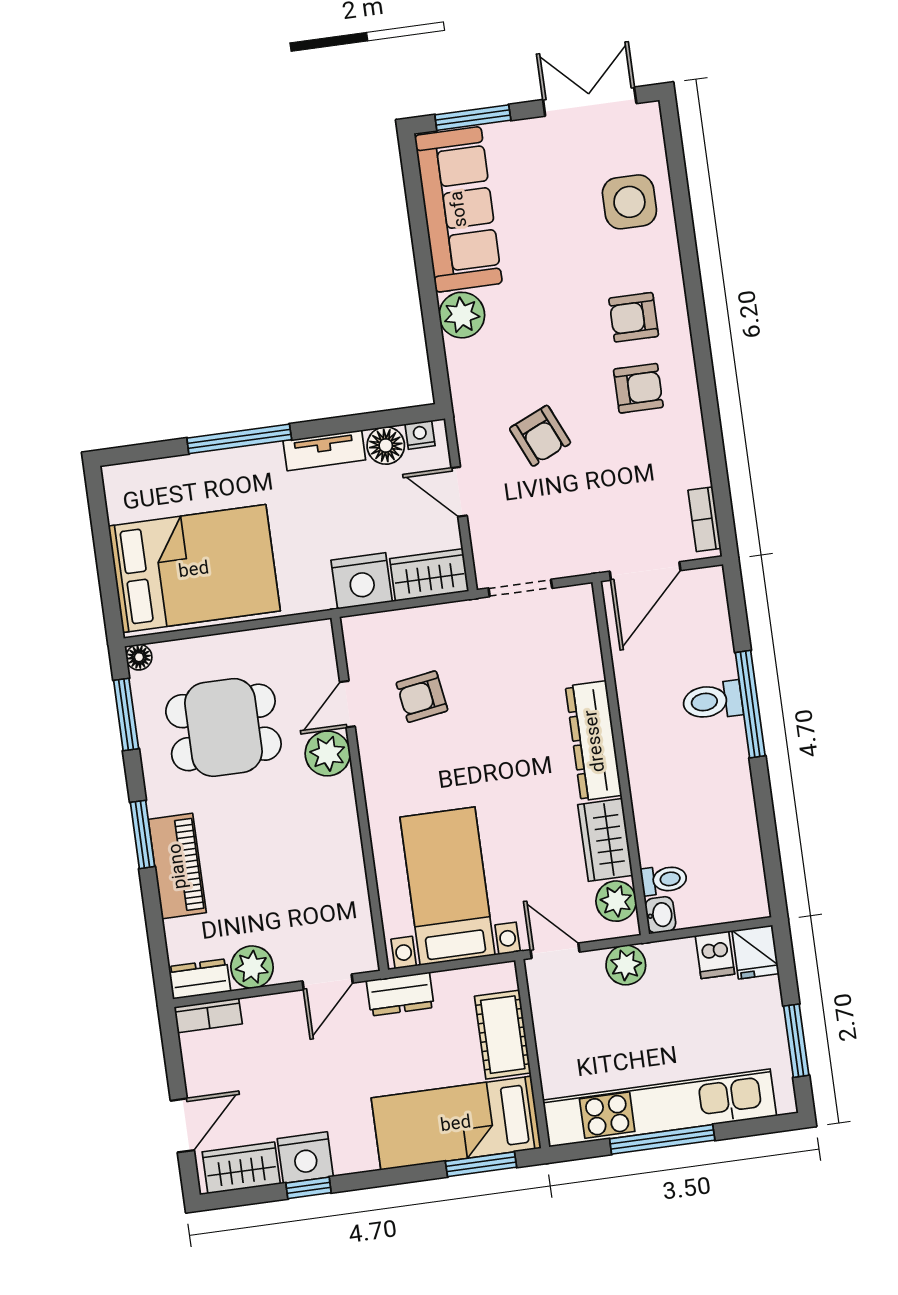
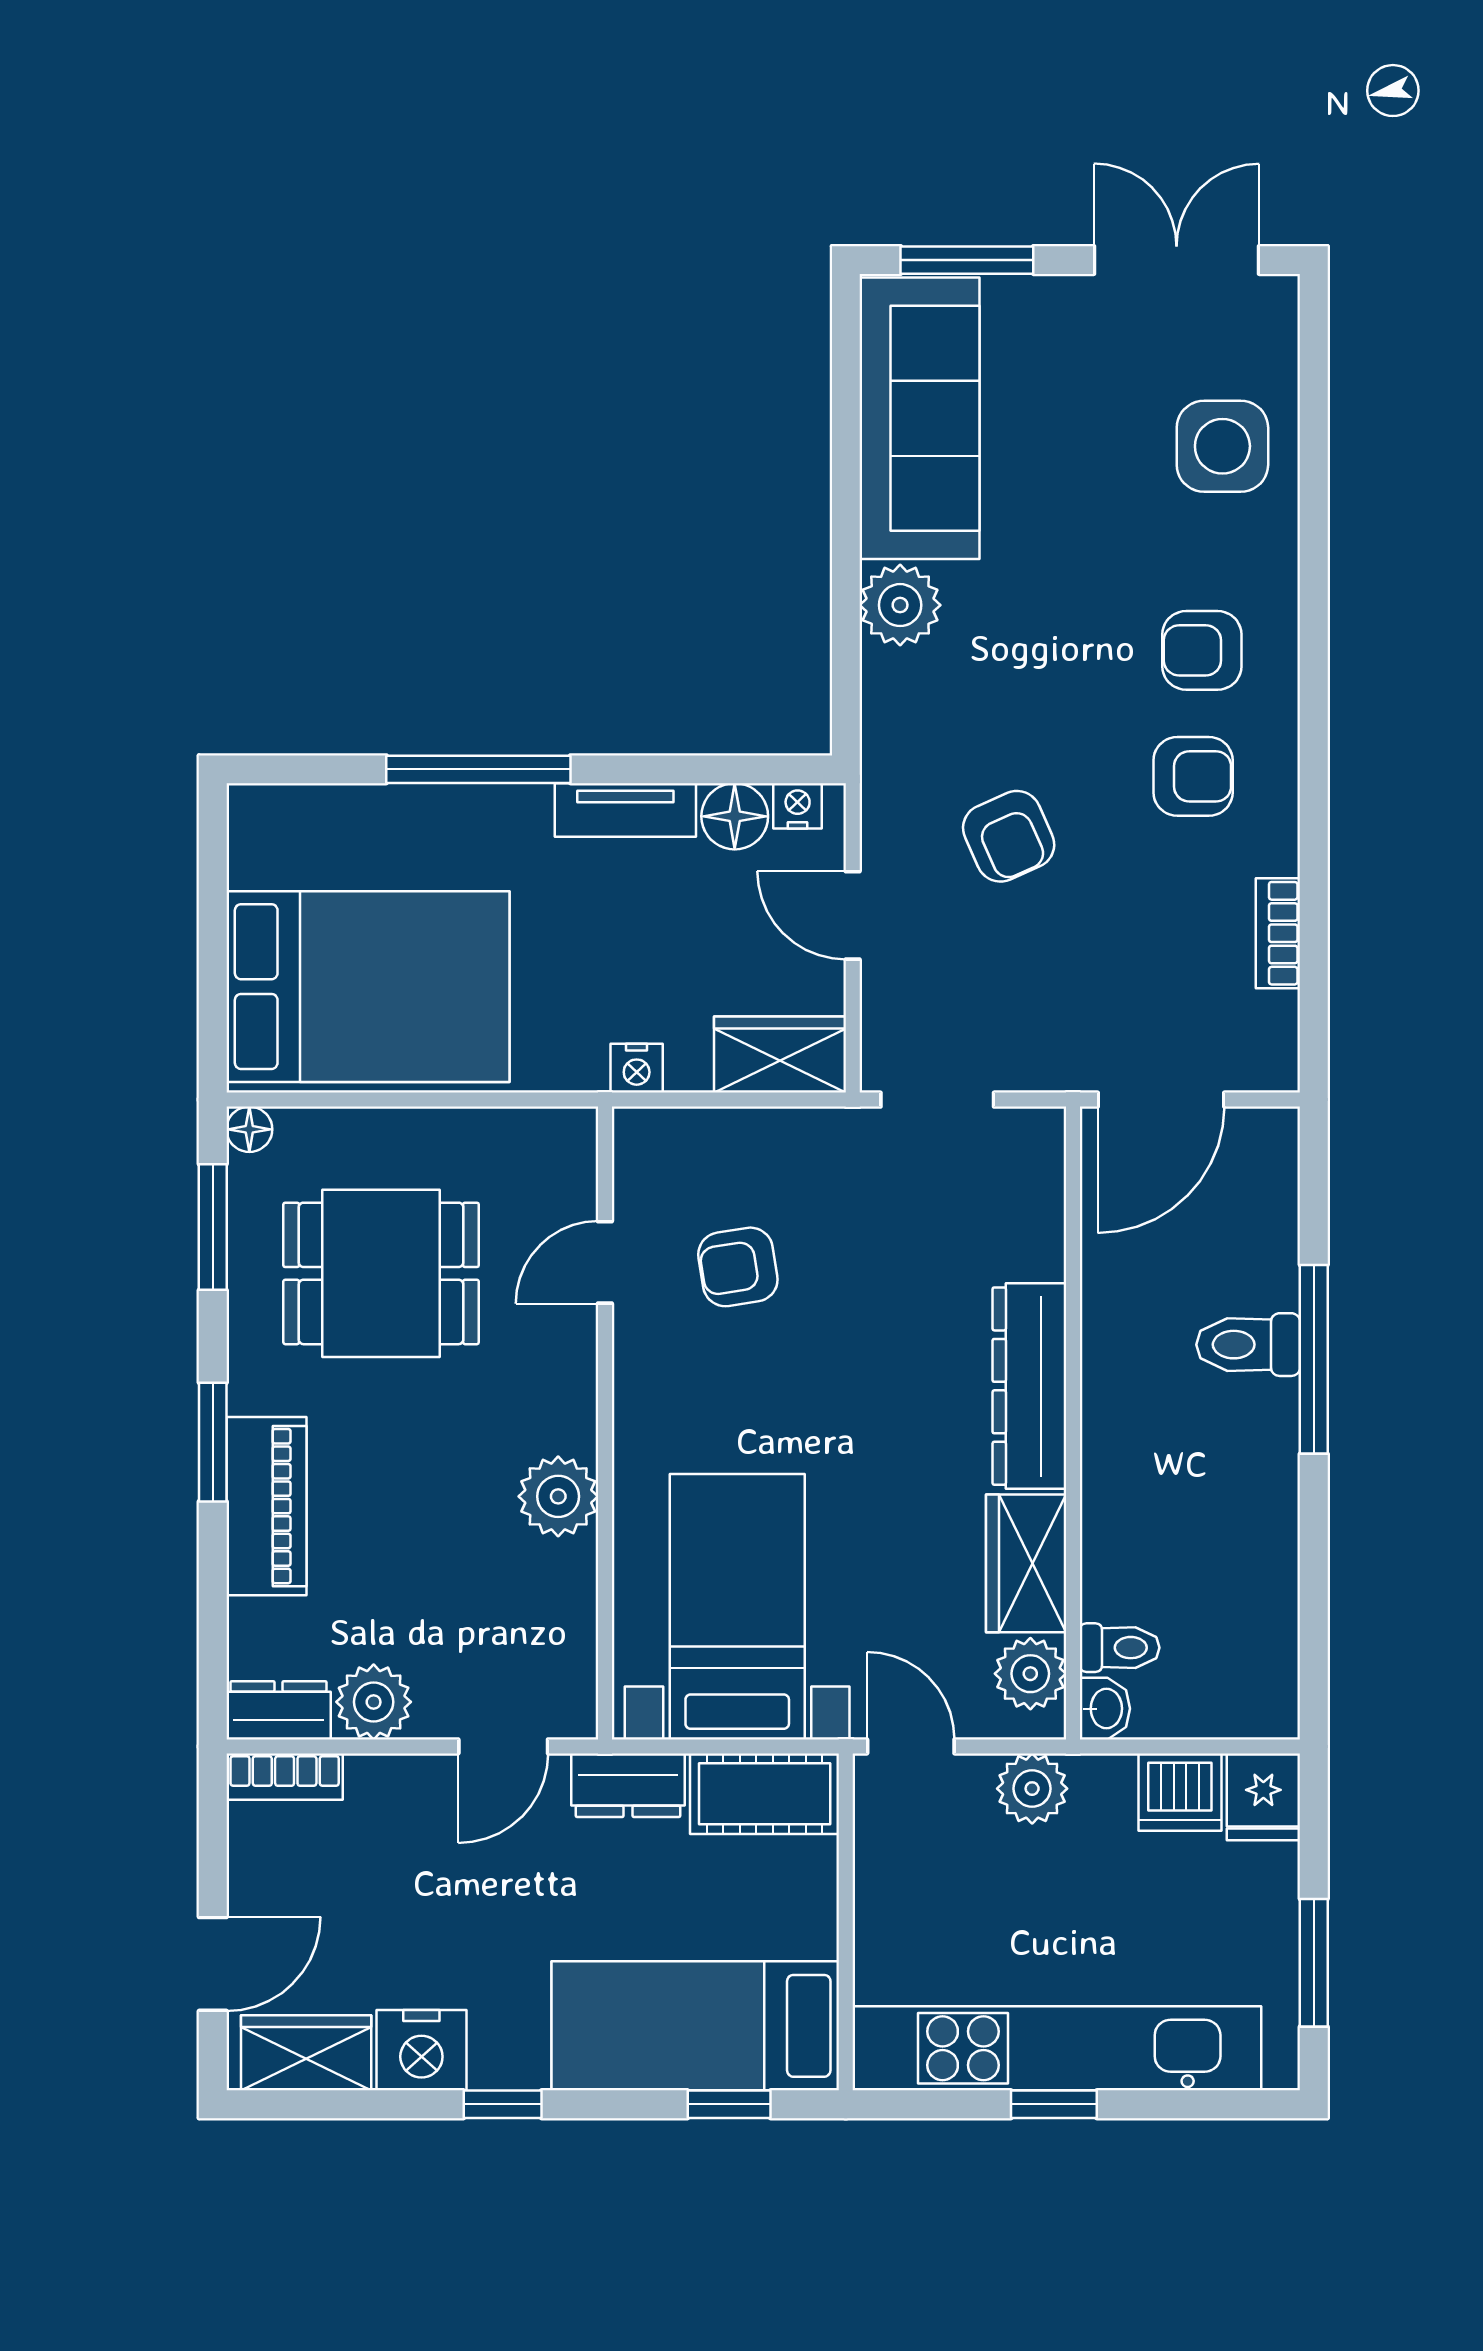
bookcase: (704, 519) -> (1278, 933), moved
nightstand: (362, 581) -> (637, 1068), width x0.53, depth x0.56
plant: (328, 753) -> (558, 1496), moved
dishwasher: (715, 955) -> (1180, 1792), width x1.38
cot: (503, 1035) -> (765, 1794), moved, turned 90
window: (662, 1139) -> (1054, 2104), width x0.46
window: (481, 1164) -> (729, 2104), width x0.67
window: (308, 1188) -> (503, 2104), moved

